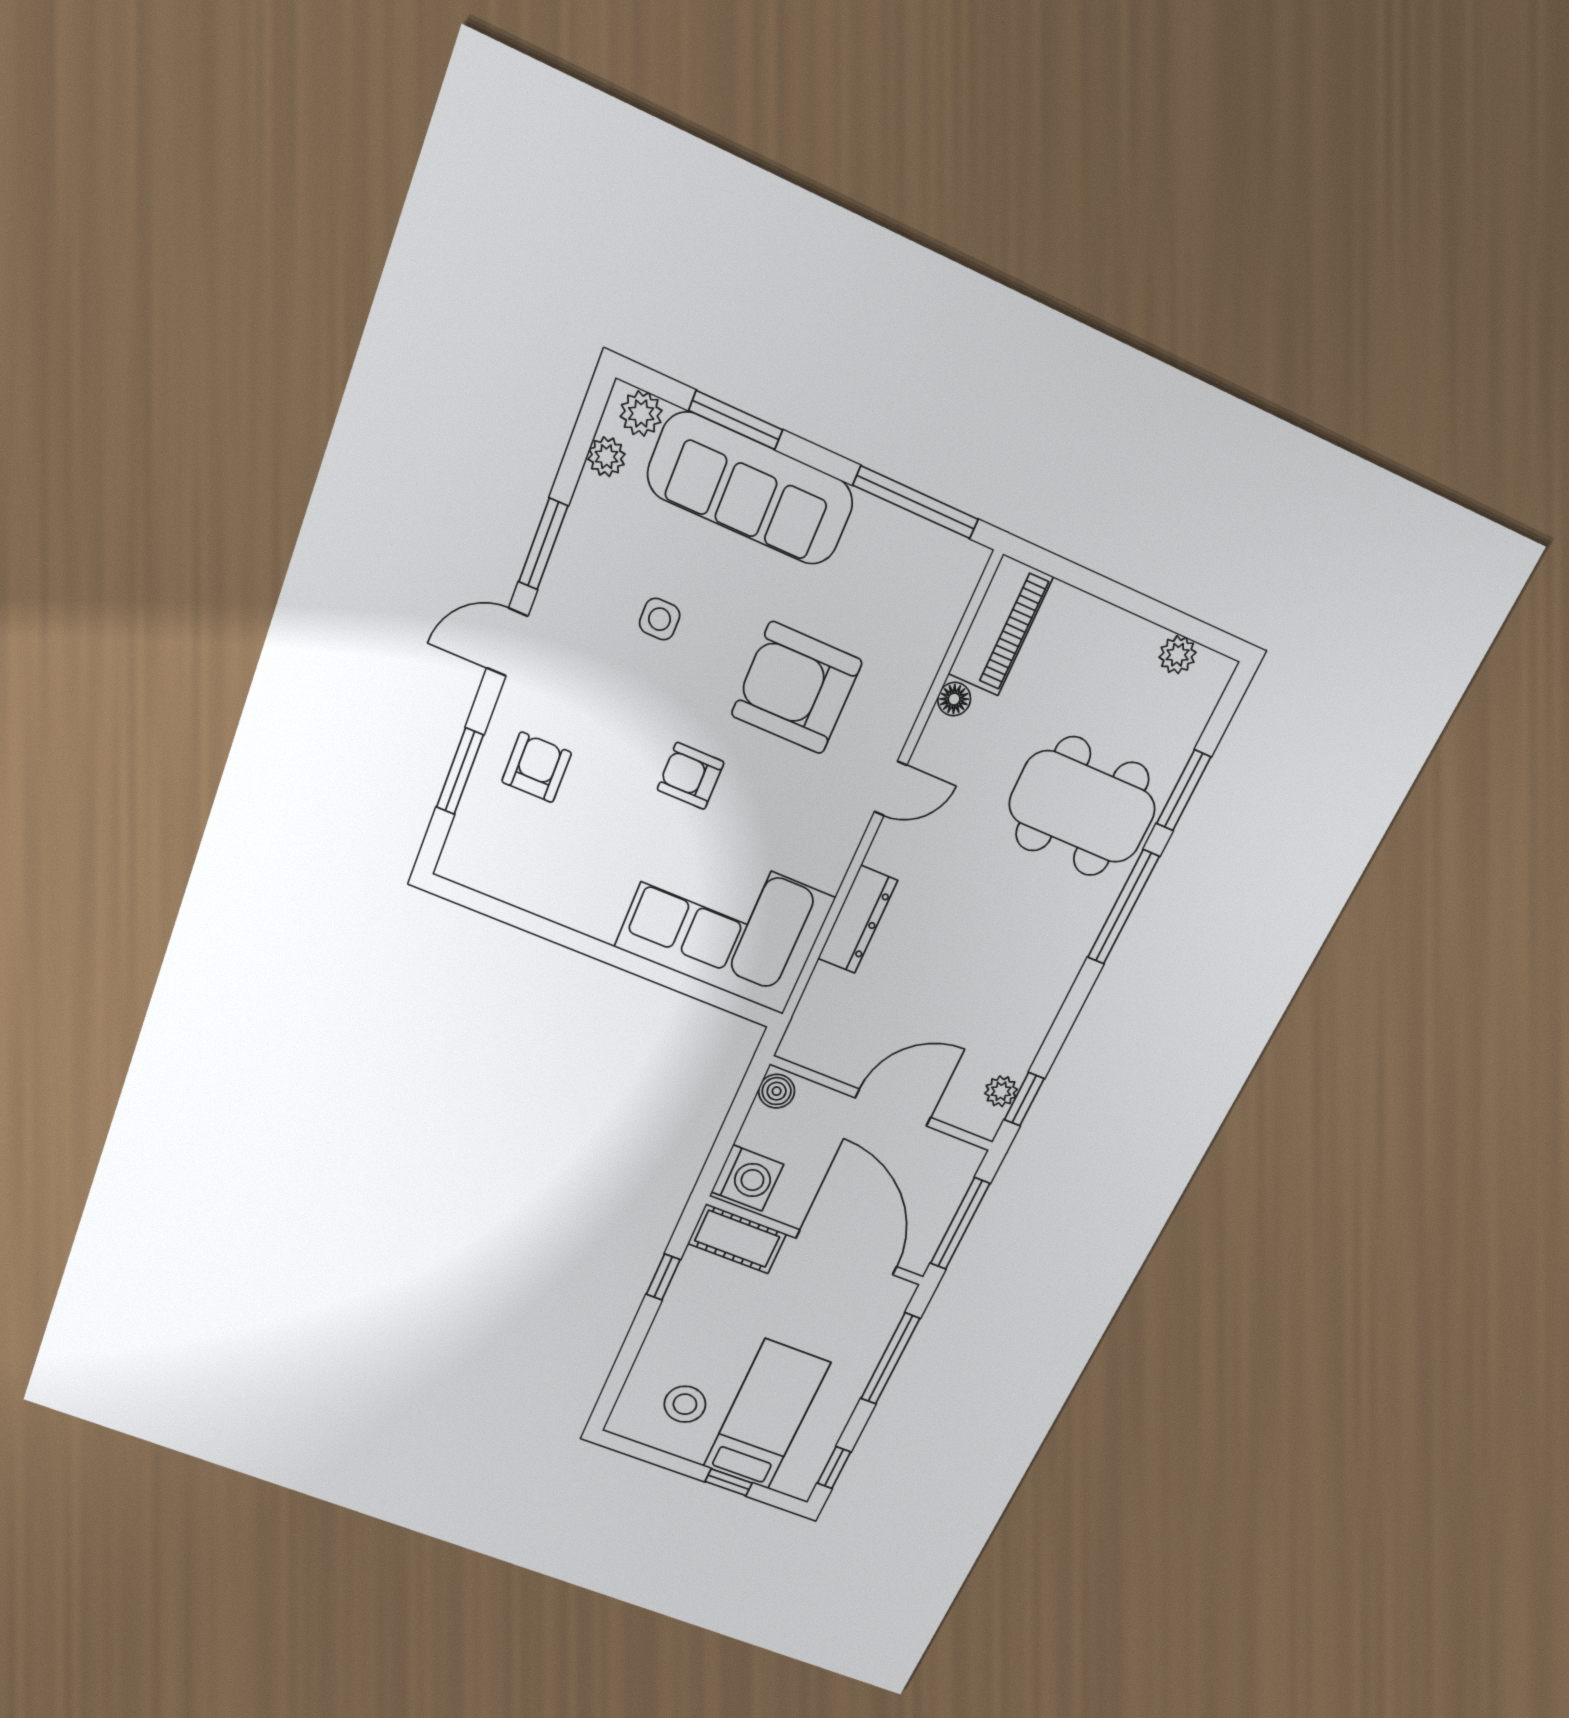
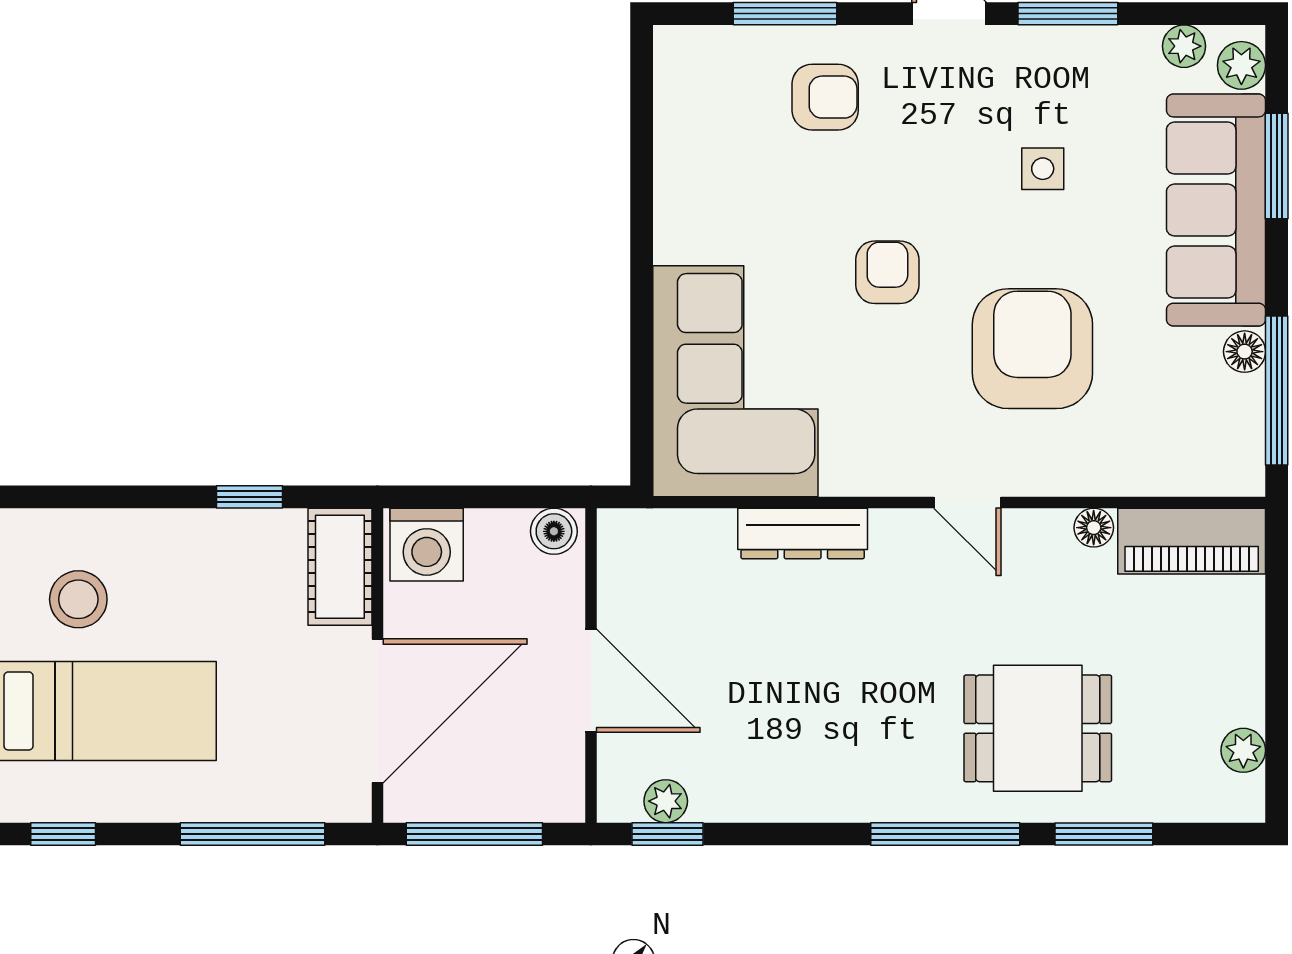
floor lamp: (873, 516) -> (1245, 352), added
dining table: (1082, 807) -> (1038, 728), width x0.73

